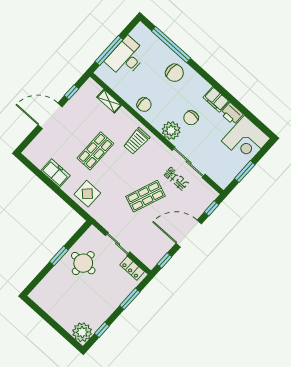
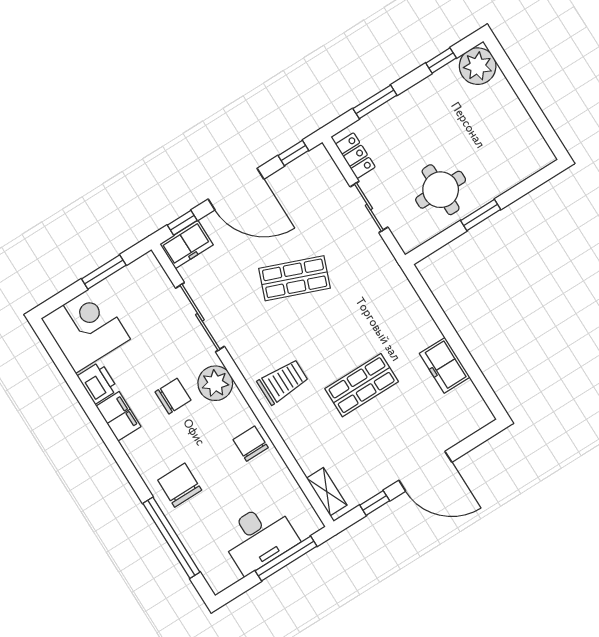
shelving: (109, 101) -> (327, 492), moved
display table: (87, 194) -> (398, 312), removed
freezer: (206, 198) -> (186, 244), added

